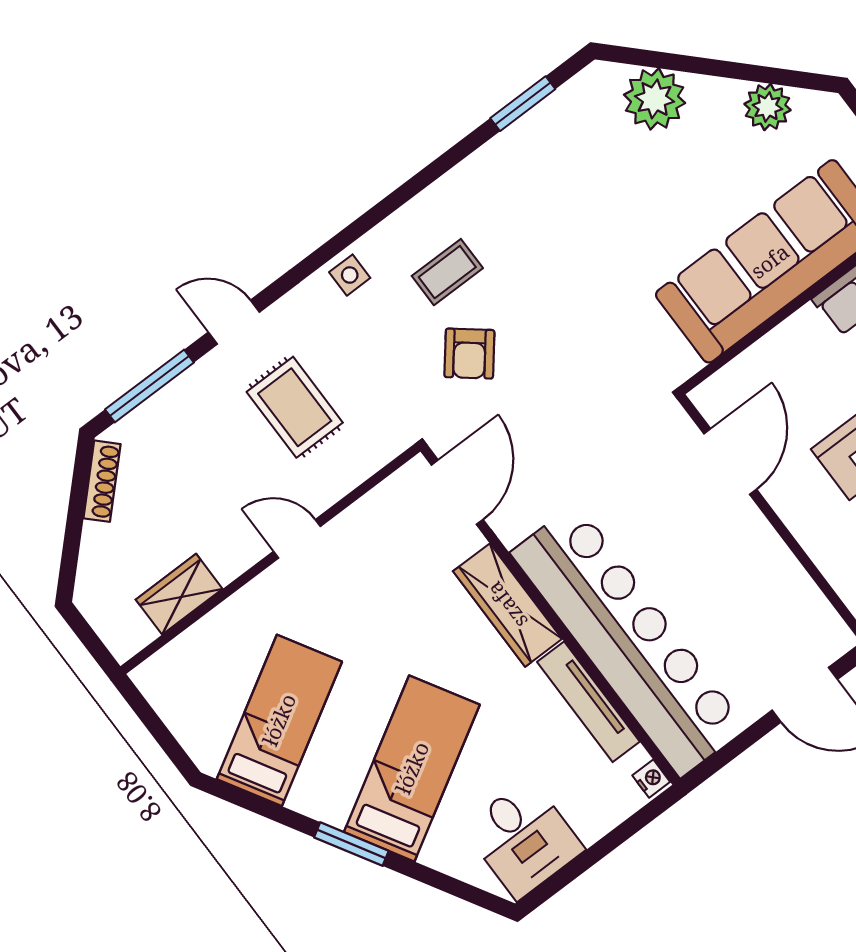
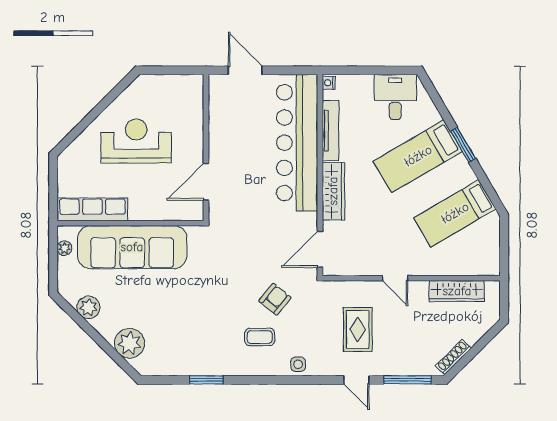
window: (523, 104) -> (206, 380), moved
wardrobe: (179, 594) -> (457, 291), width x1.50

